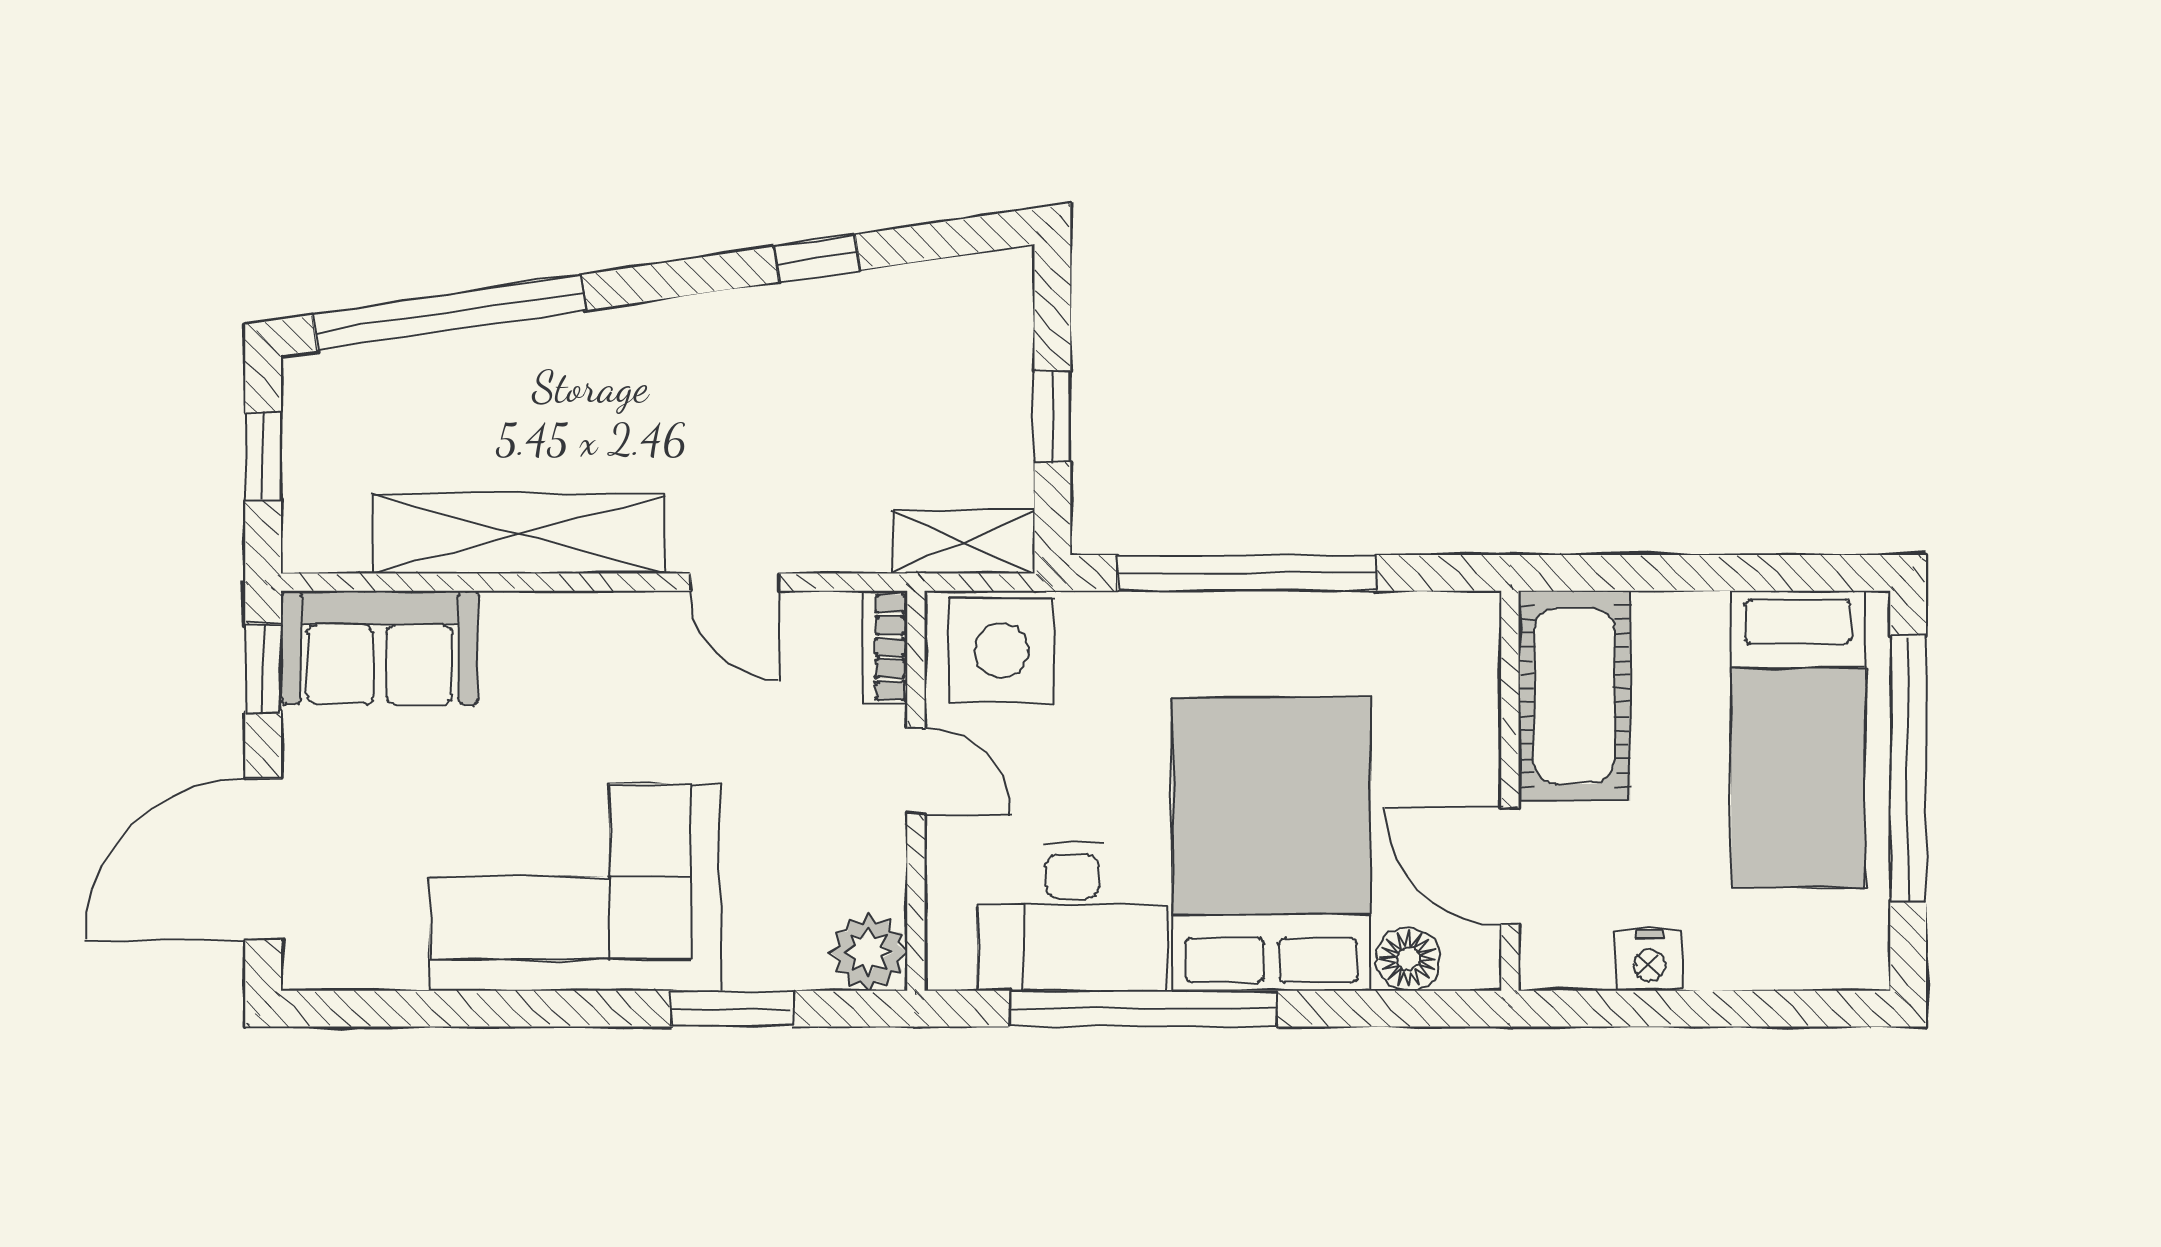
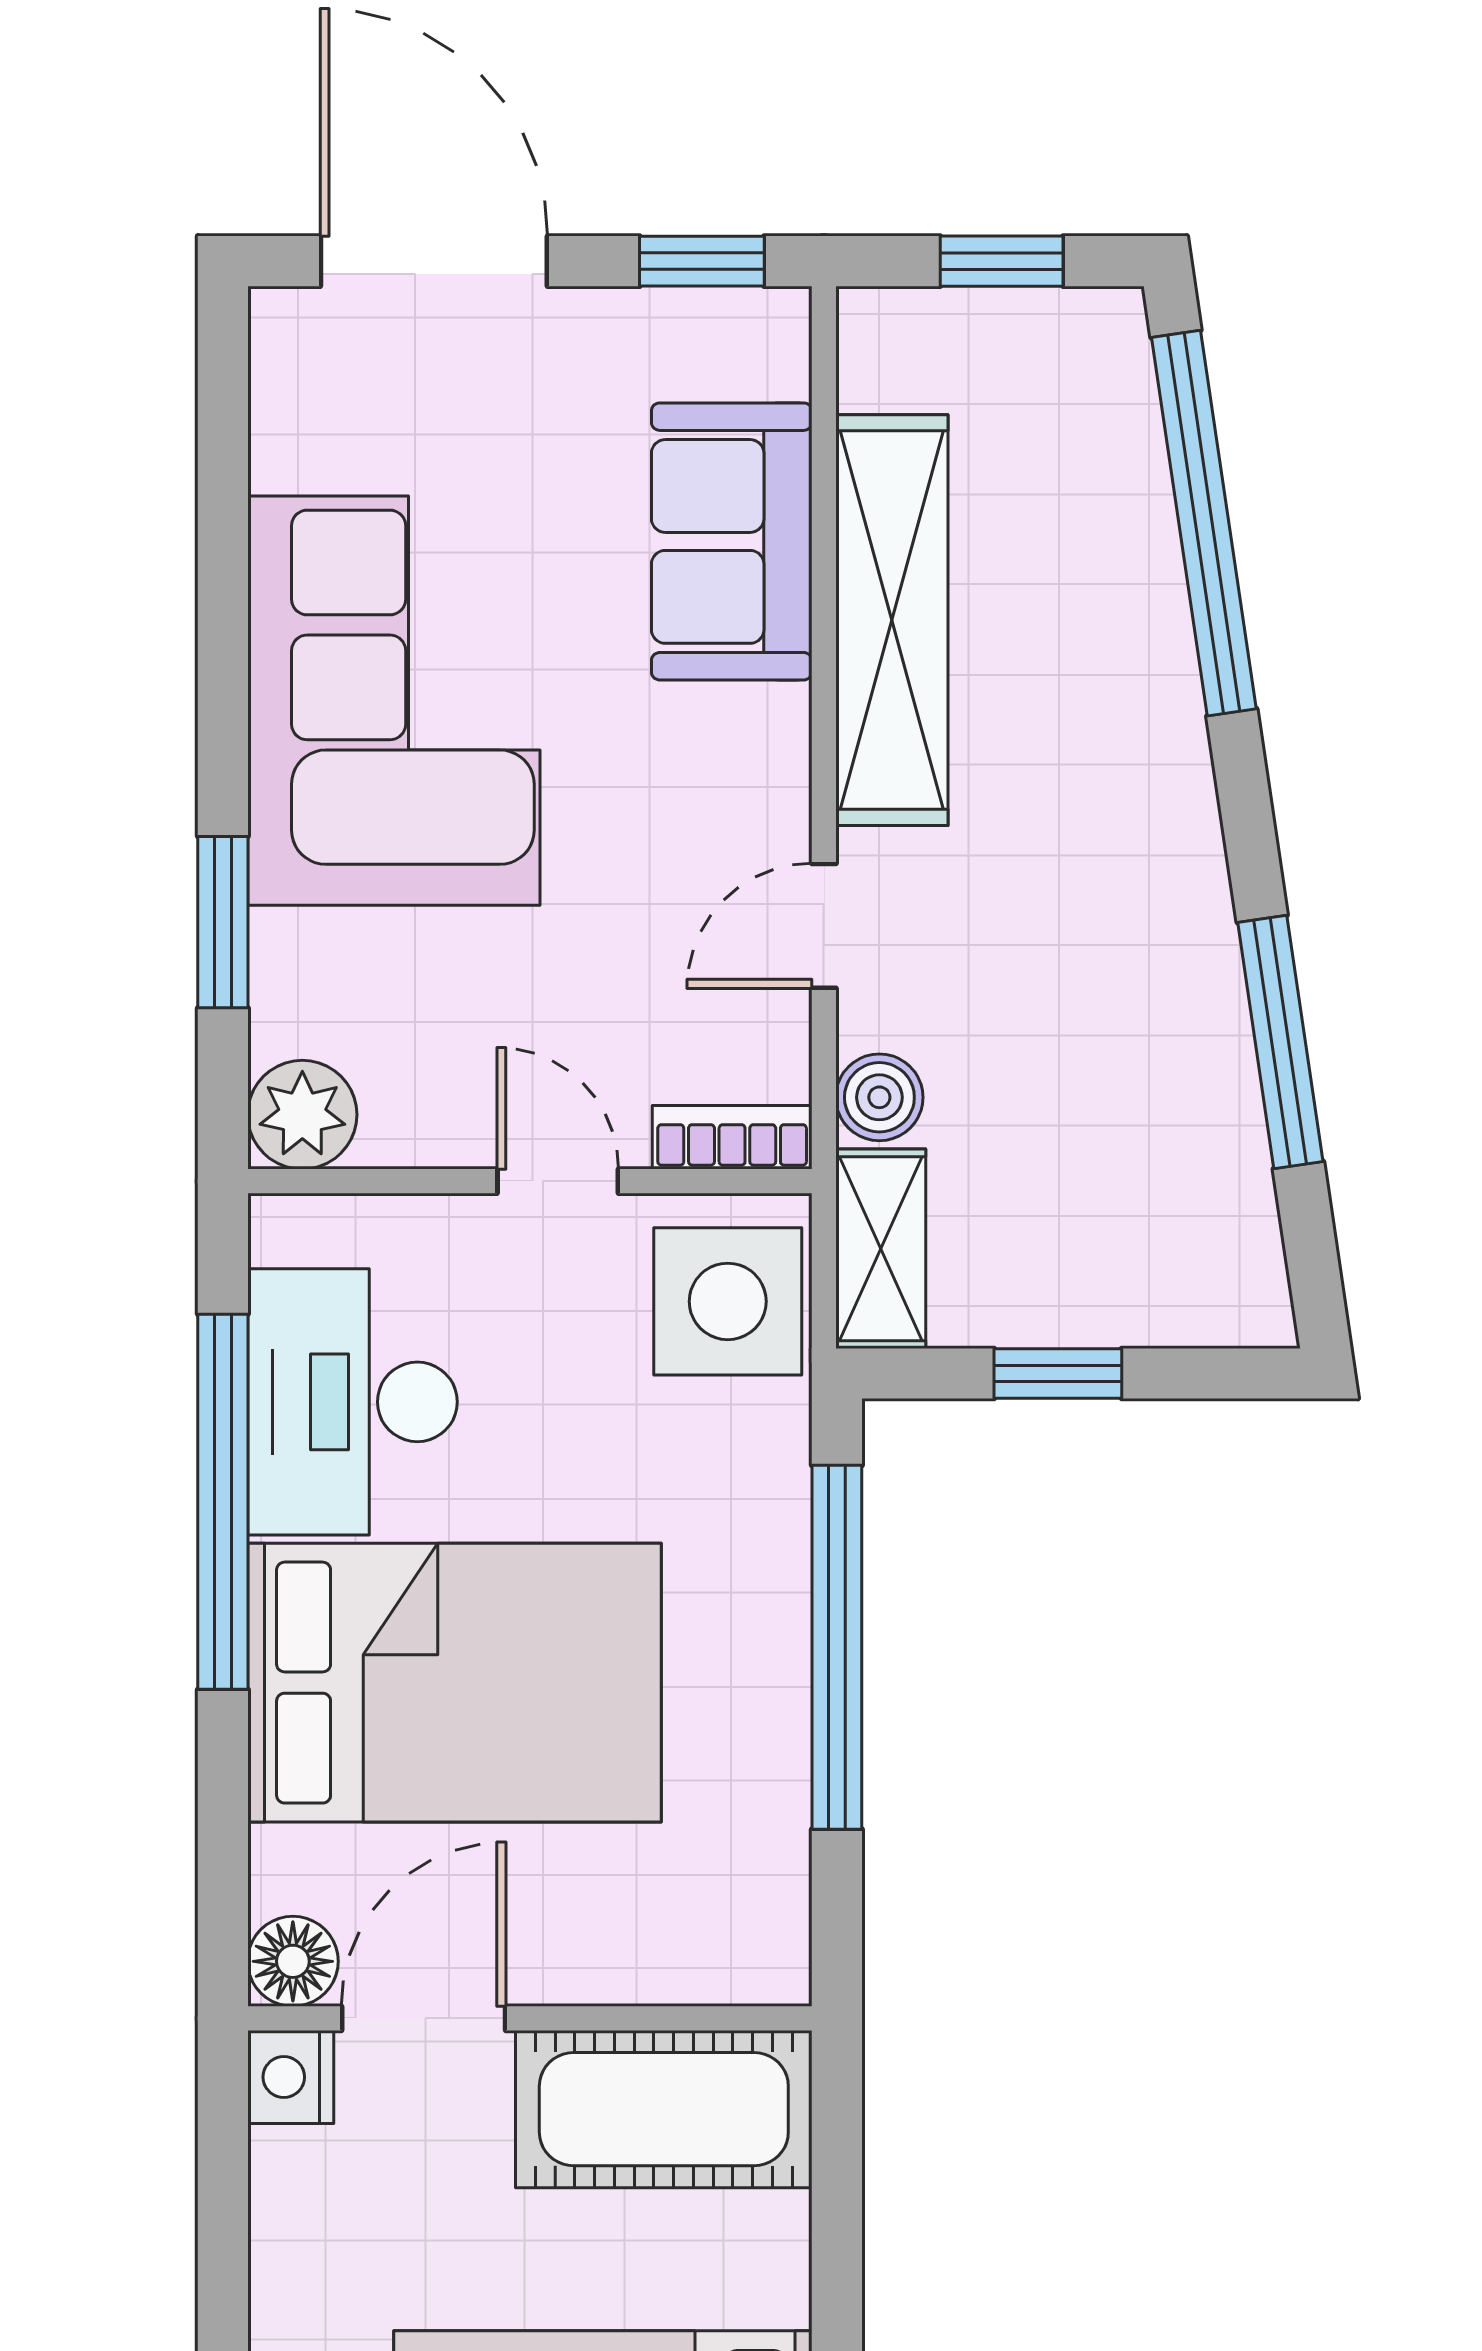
window: (817, 258) -> (1280, 1042), width x2.17
boiler: (856, 543) -> (879, 1097), added
sofa: (380, 647) -> (732, 541), moved
door: (916, 771) -> (558, 1181), swing flipped
floor lamp: (1408, 959) -> (293, 1961), moved
nightstand: (1649, 960) -> (291, 2077), moved

